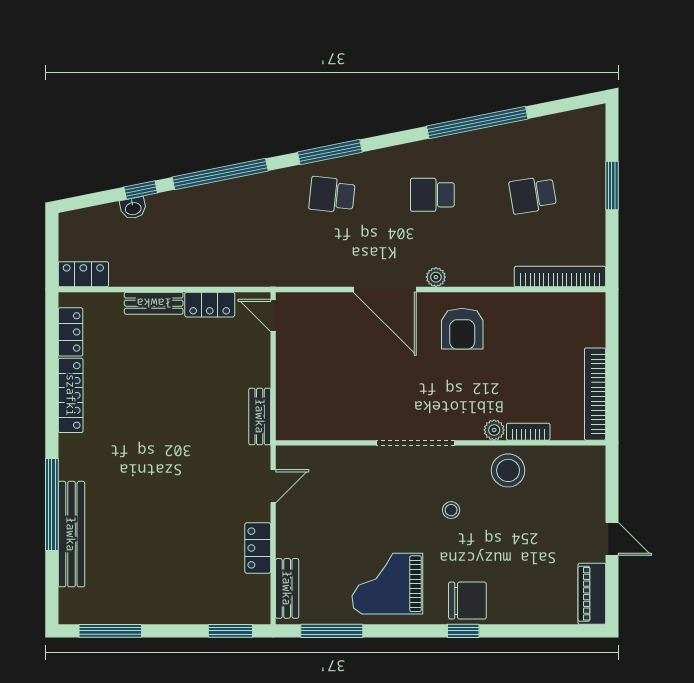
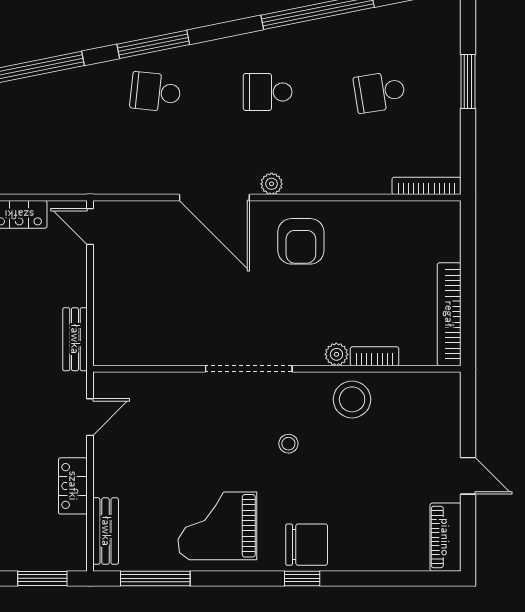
bookcase: (560, 277) -> (426, 186), width x0.68, depth x0.76

